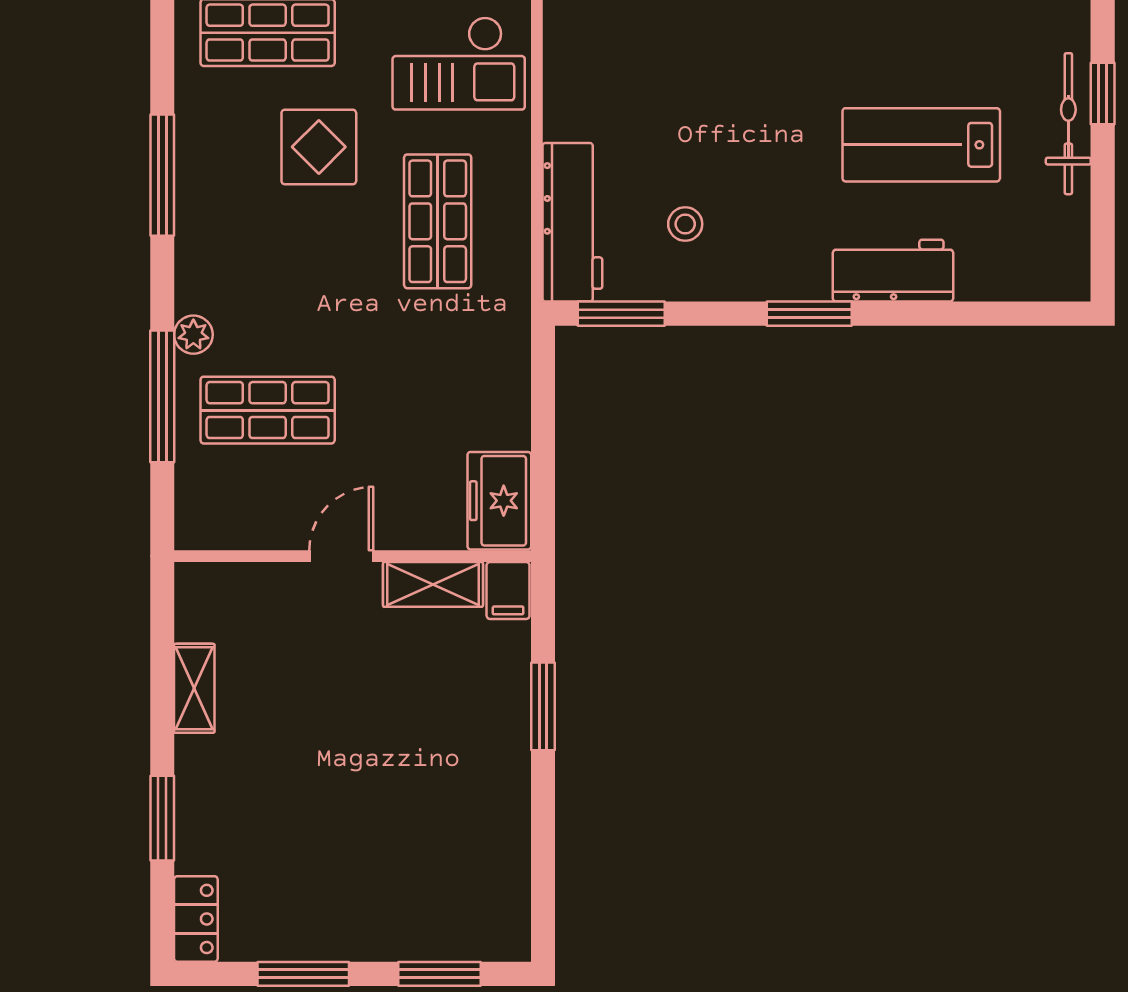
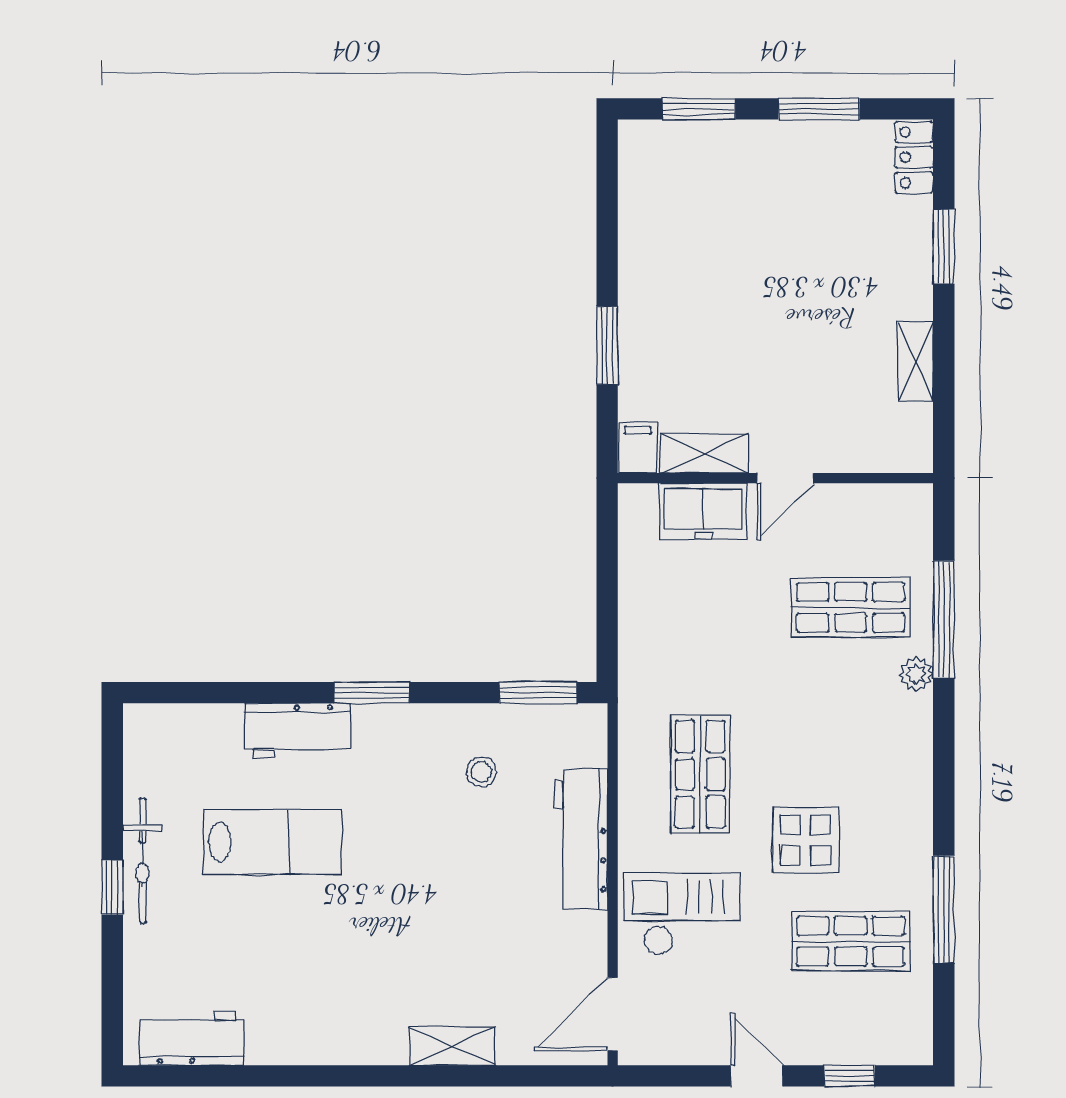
window: (162, 175) -> (944, 909), moved
workbench: (572, 222) -> (581, 839), moved
freezer: (499, 501) -> (703, 511), moved, turned 90

